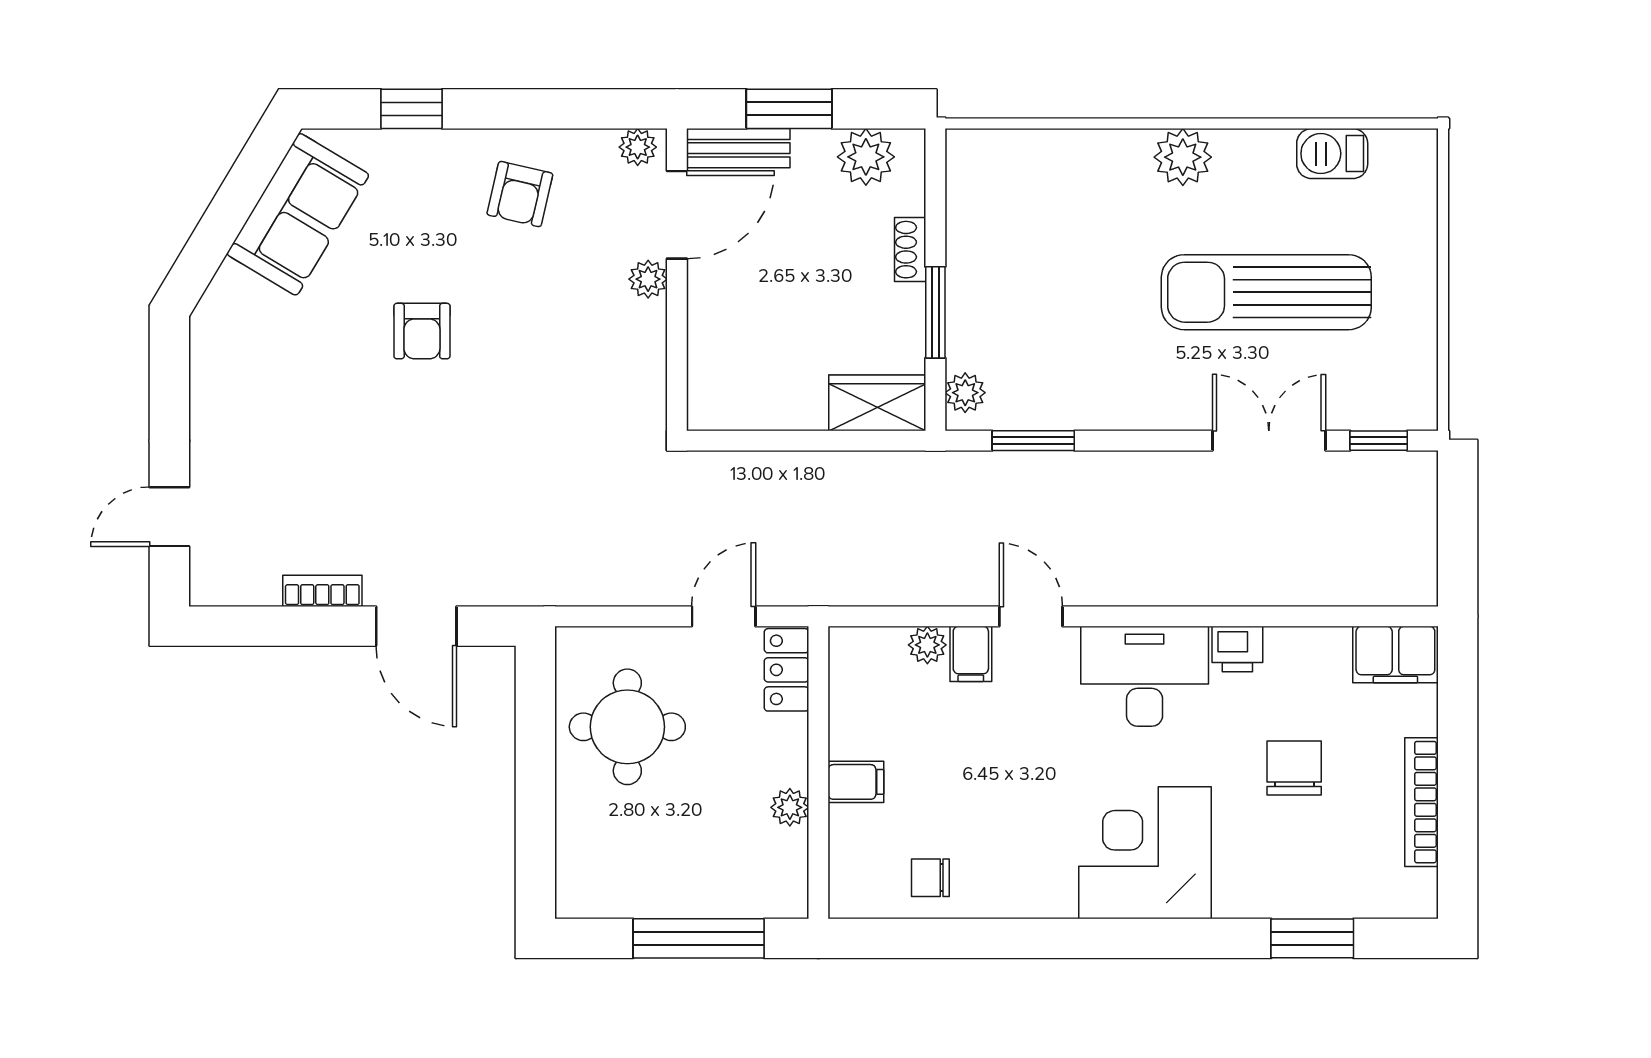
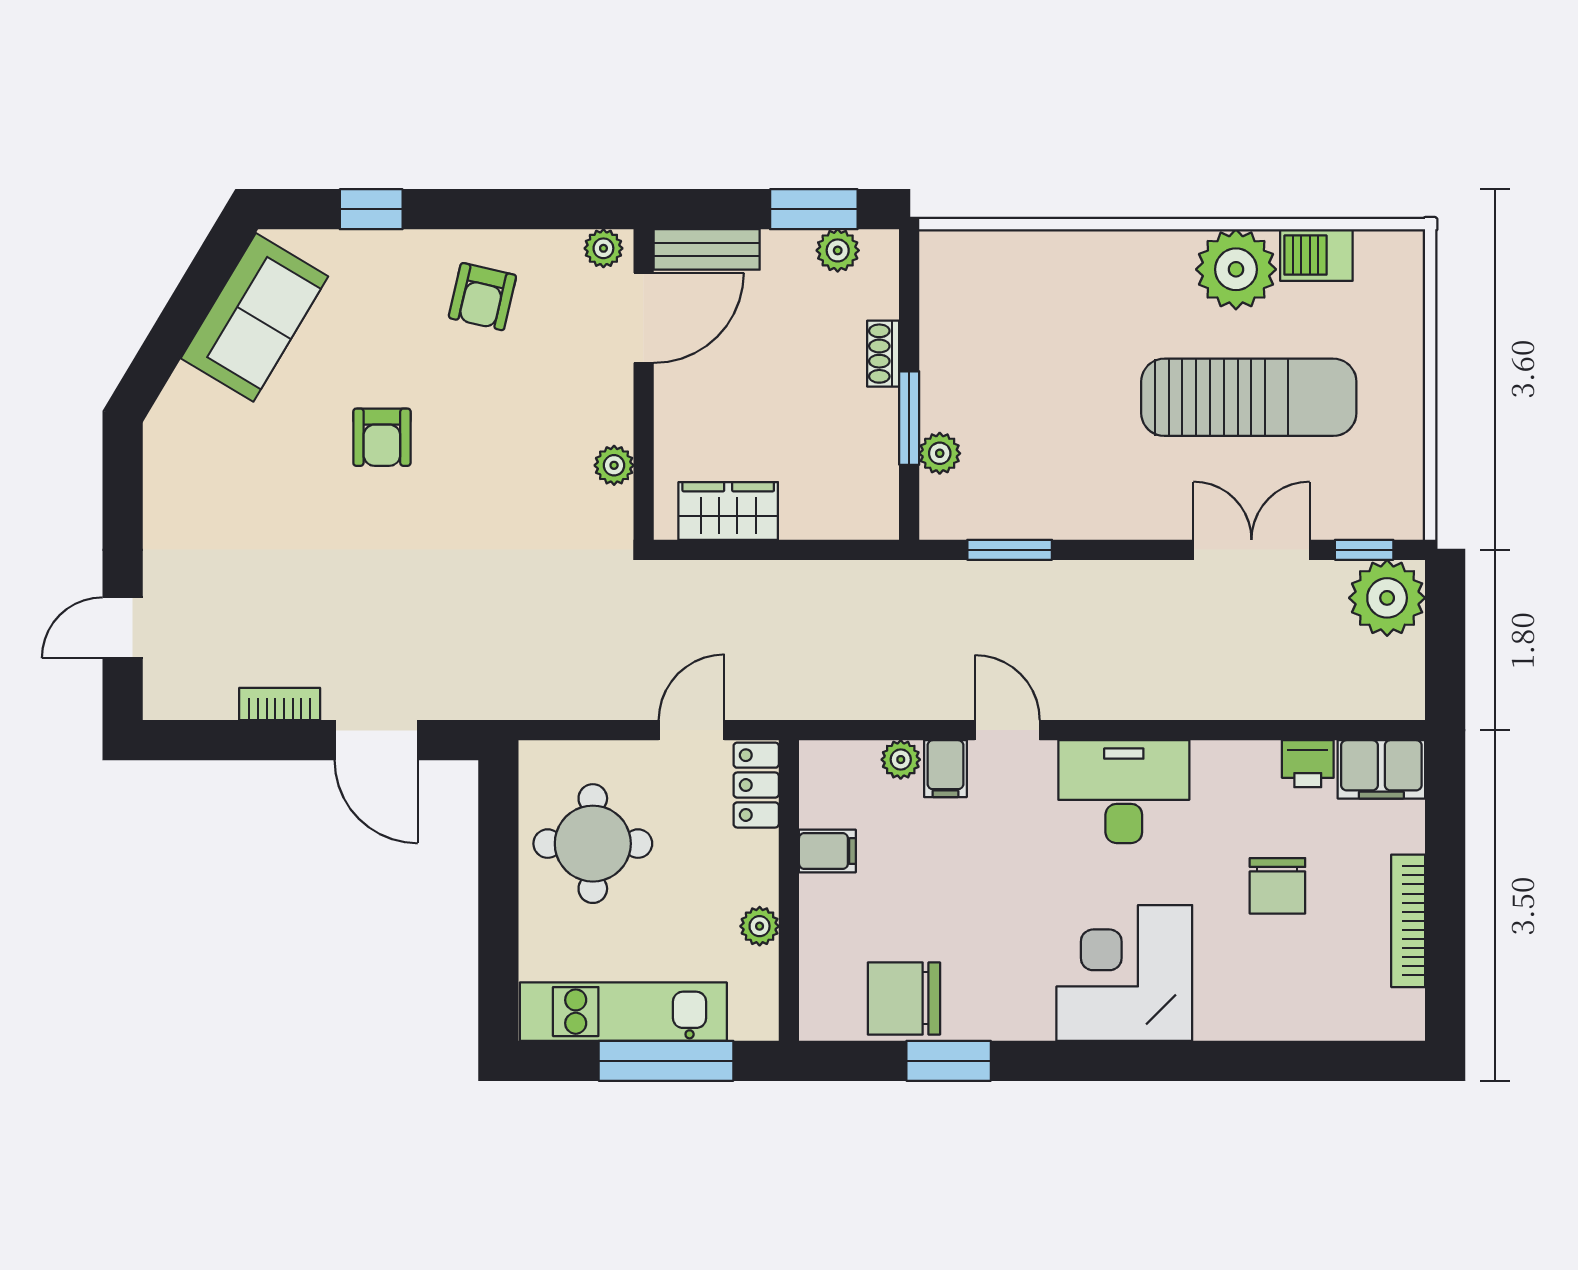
window: (789, 109) -> (814, 209), moved
plant: (866, 157) -> (838, 250), width x0.73, depth x0.73
plant: (1183, 157) -> (1236, 269), moved, width x1.36, depth x1.36
plant: (648, 279) -> (614, 465), moved
sun lounger: (1266, 292) -> (1249, 397), turned 180
plant: (965, 393) -> (940, 453), moved
wardrobe: (877, 403) -> (728, 511), moved
plant: (1401, 488) -> (1387, 598), added
printer: (1237, 649) -> (1308, 764), moved
chair: (1294, 768) -> (1277, 886), turned 180
filing cabinet: (856, 782) -> (827, 851), moved
chair: (930, 878) -> (904, 998), width x1.87, depth x1.87
kitchen unit: (657, 890) -> (623, 1012), added
window: (1312, 938) -> (949, 1061), moved

